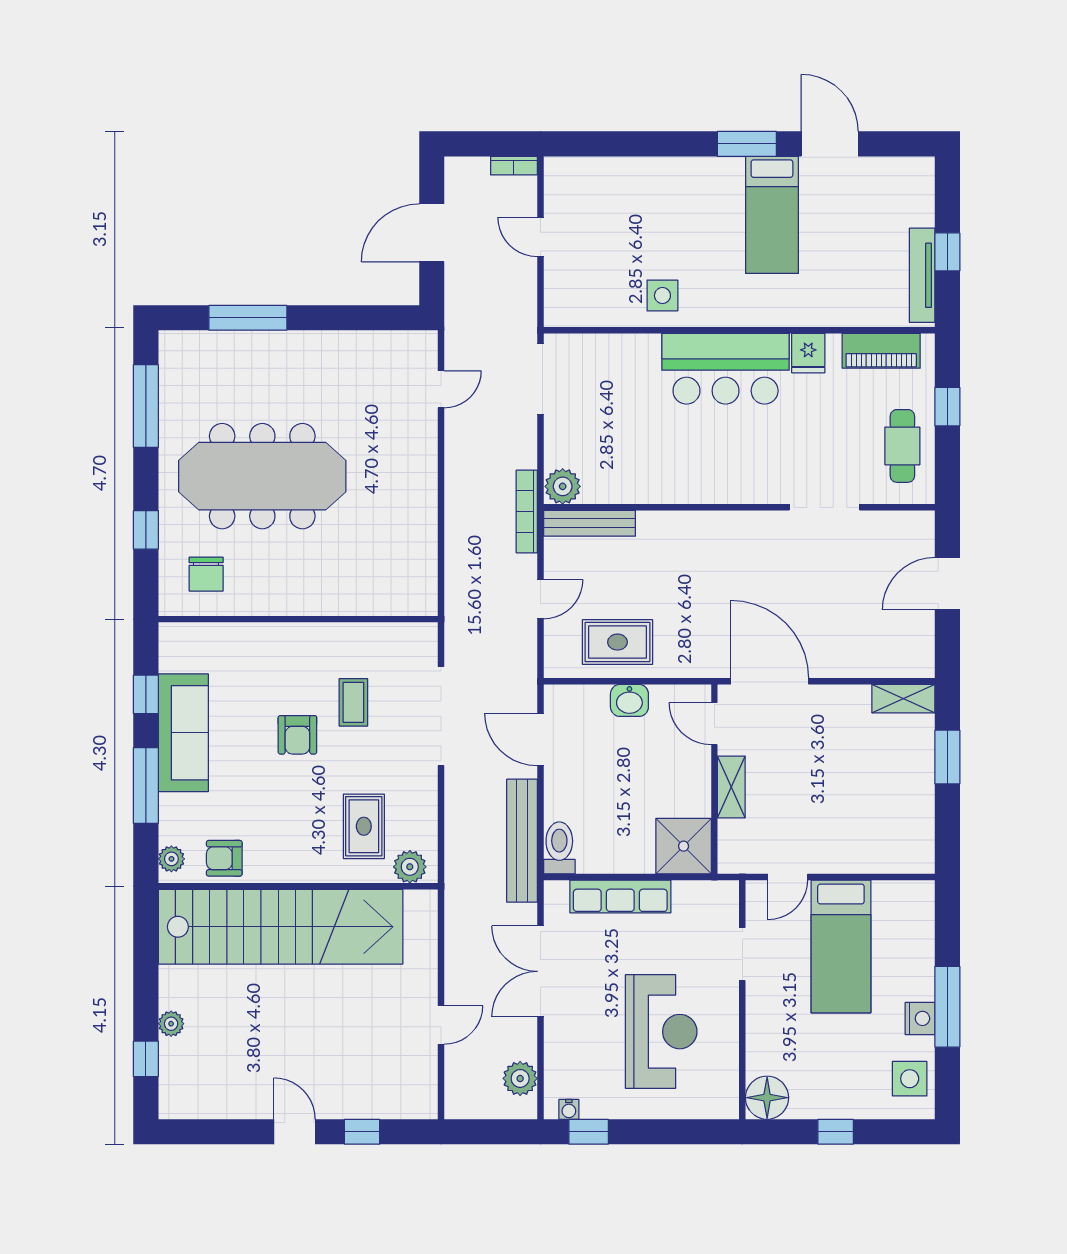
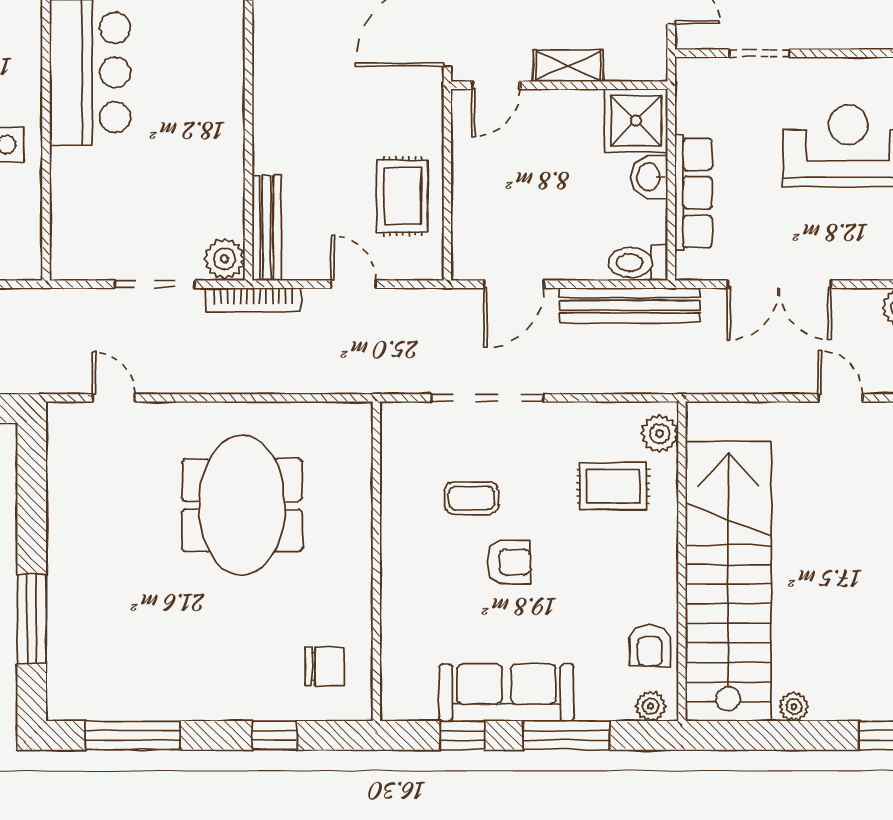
doorway: (540, 379) -> (155, 284), moved
meeting table: (262, 476) -> (242, 505), moved, width x0.73
washbasin: (629, 700) -> (649, 177), moved, turned 180
plant: (171, 1024) -> (794, 707), moved

